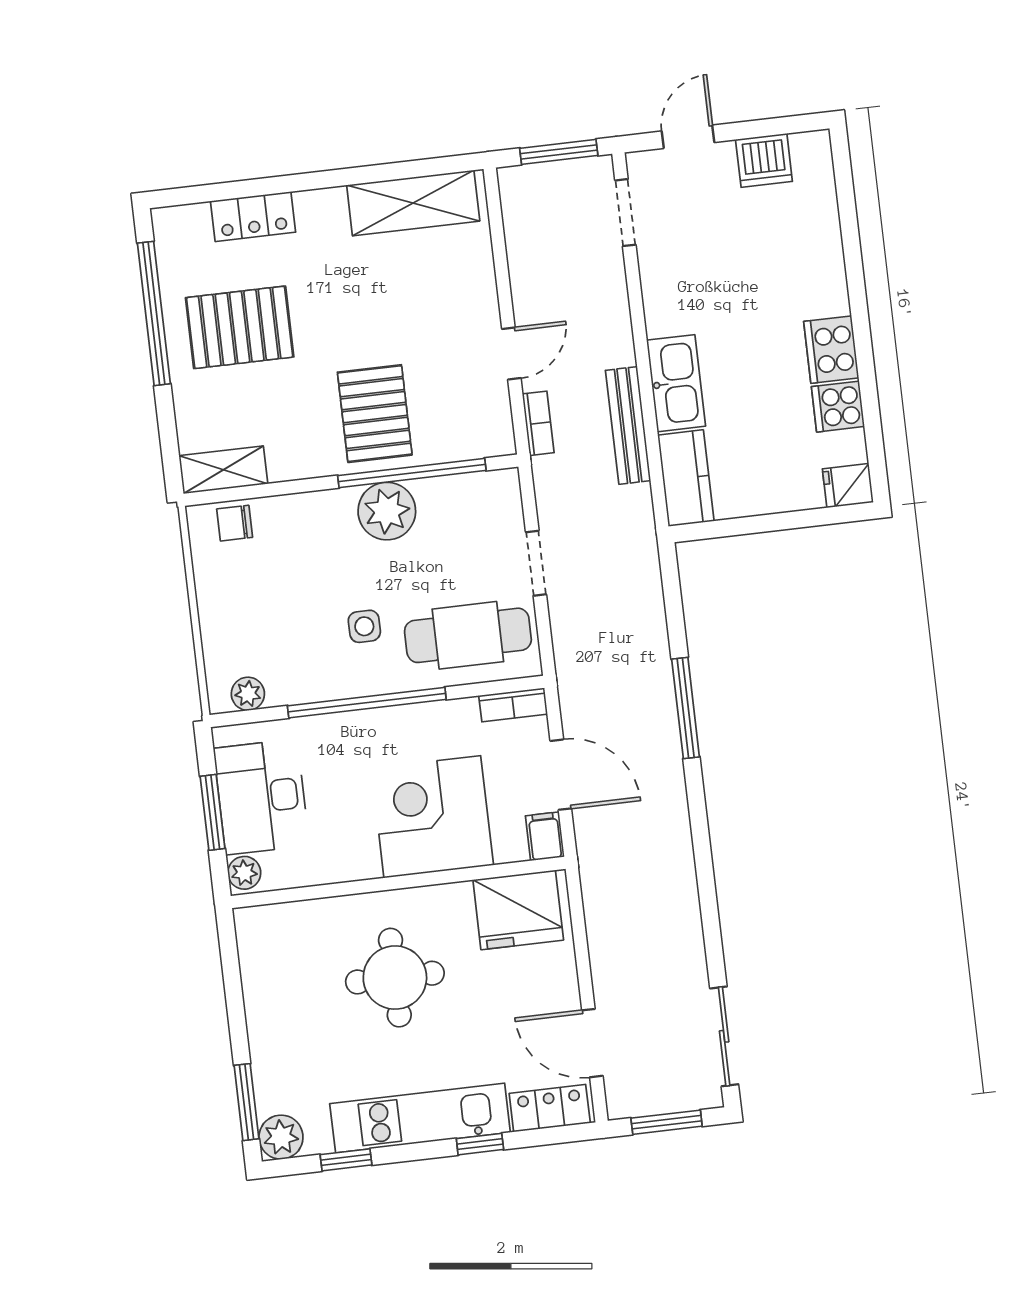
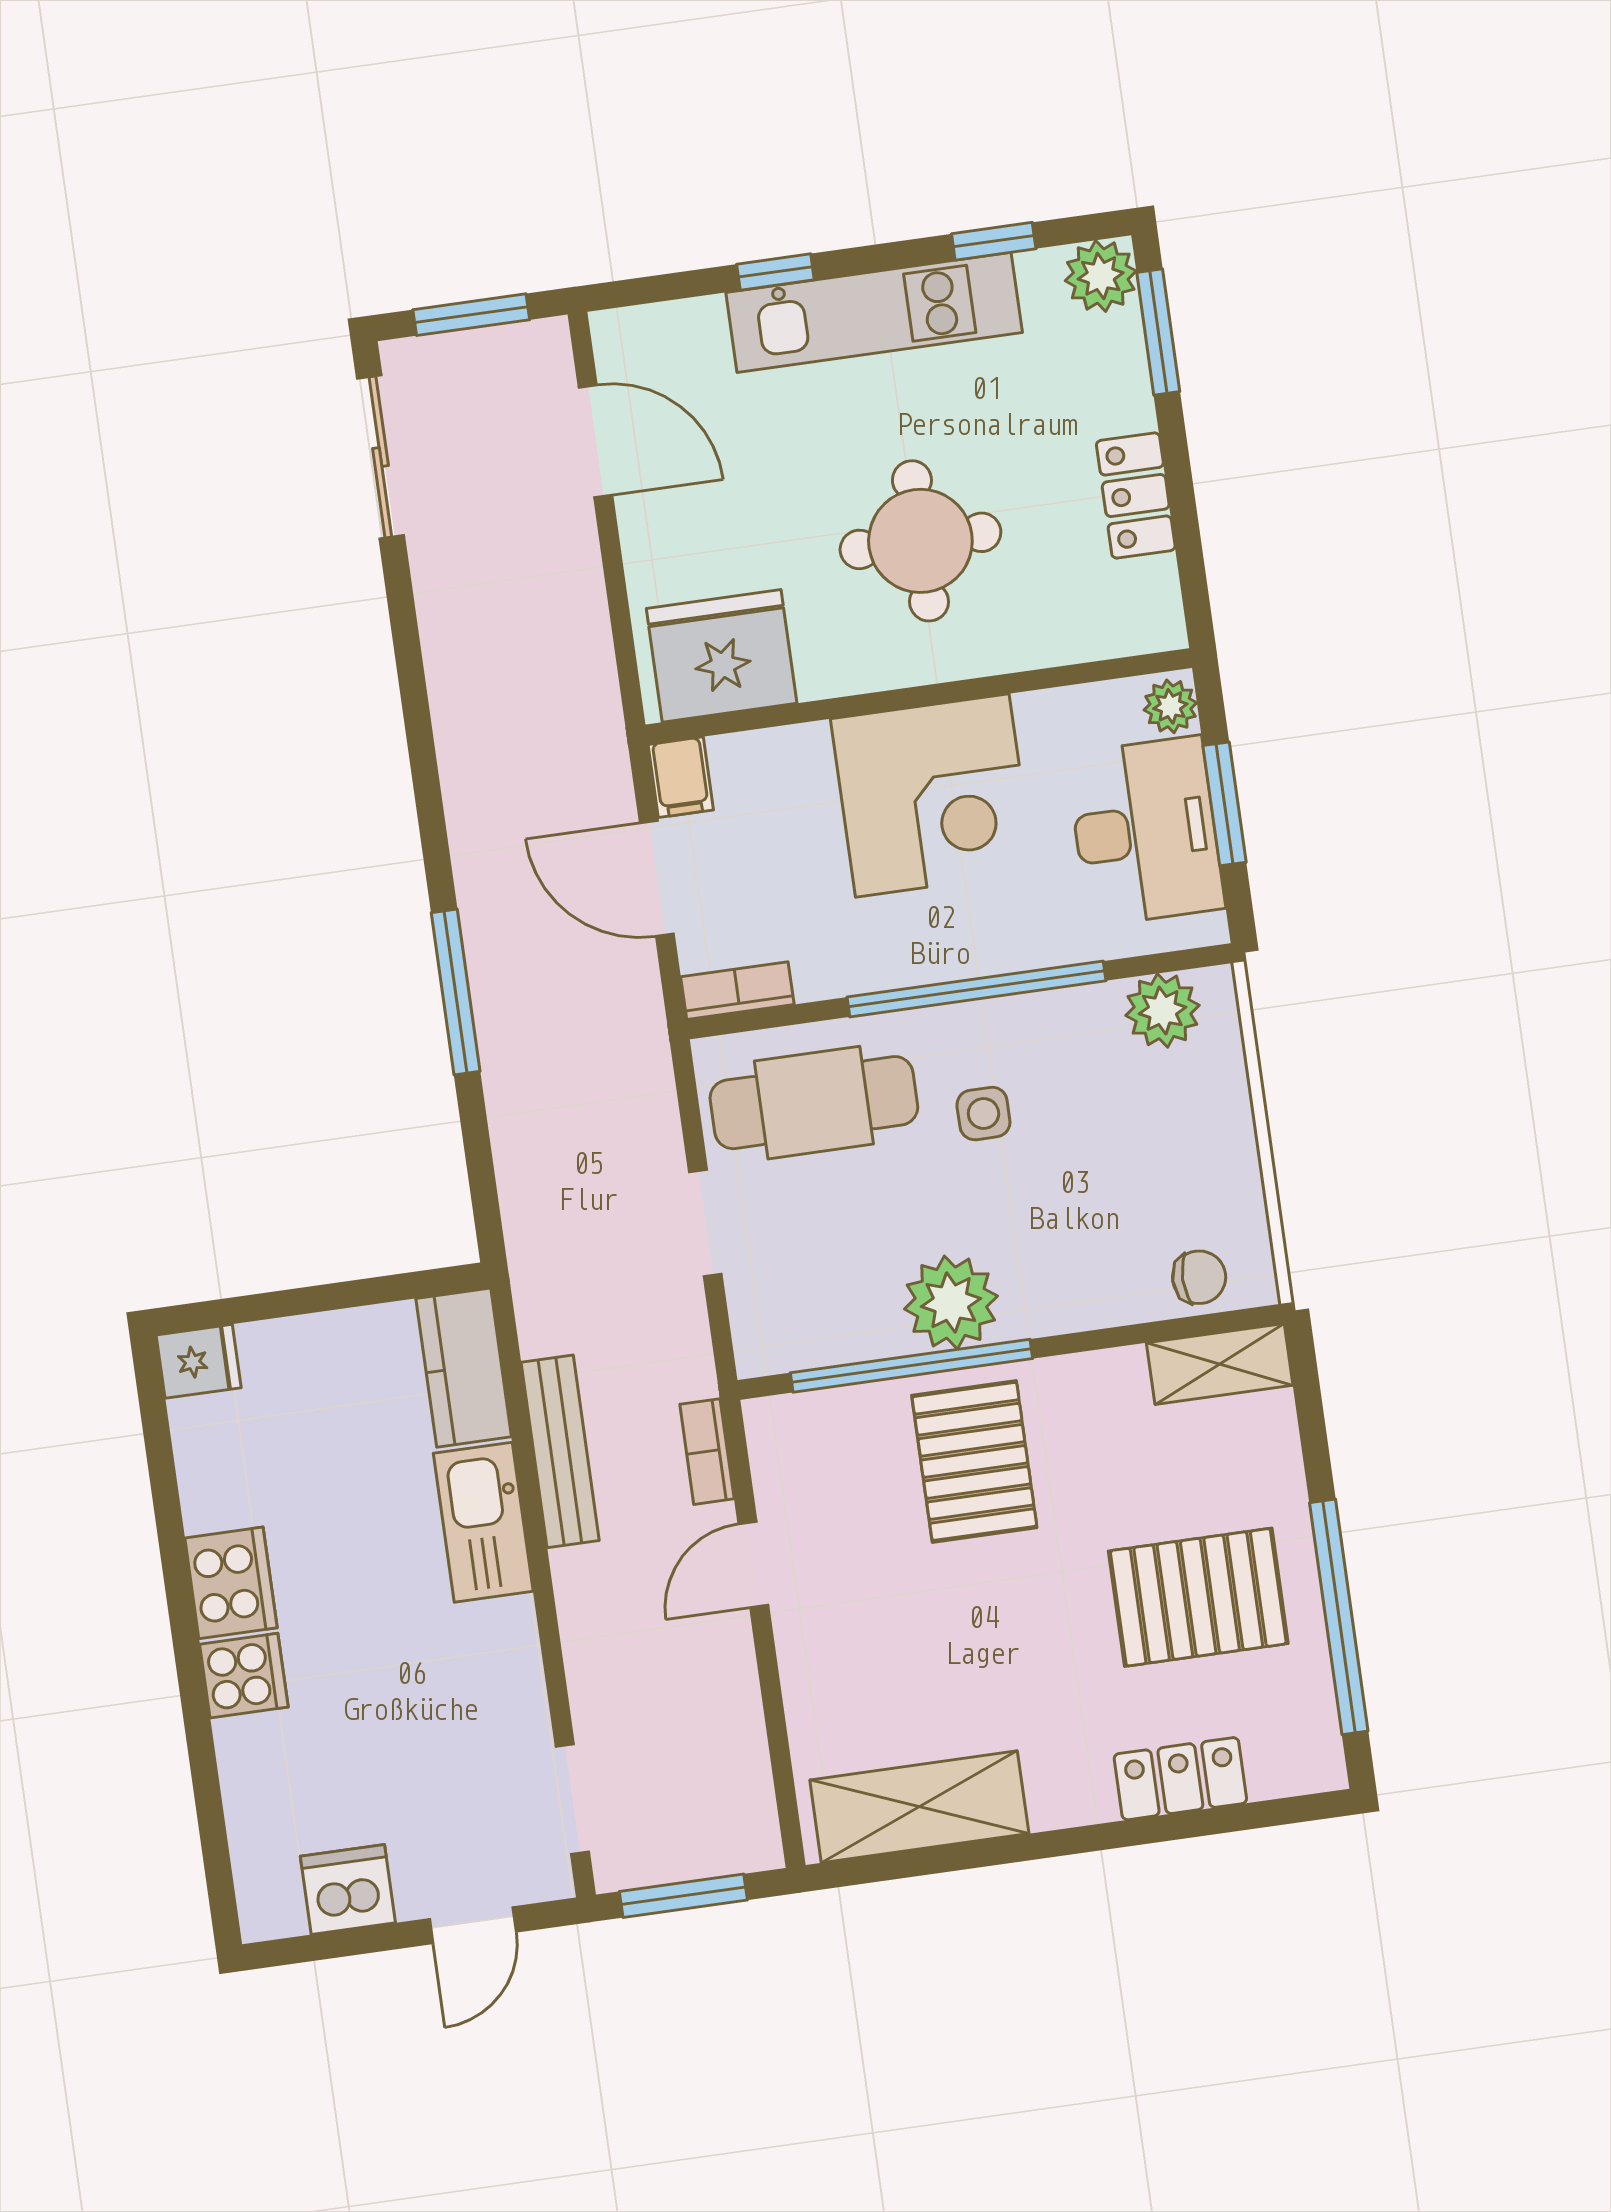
cooker: (838, 407) -> (244, 1676), moved
plant: (248, 694) -> (1162, 1010), width x1.38, depth x1.38
corner desk: (432, 817) -> (932, 795), moved
locker: (550, 1108) -> (1136, 496), moved, turned 90

